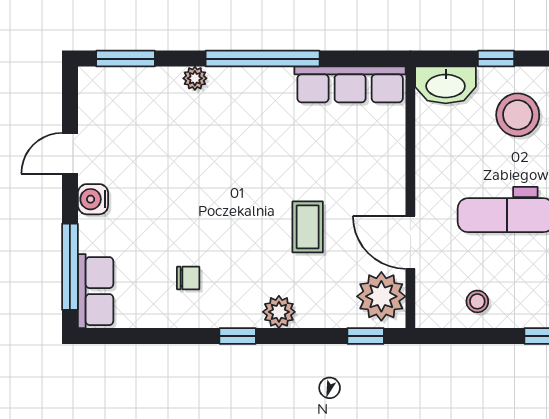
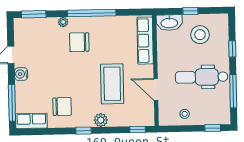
row of seats: (350, 84) -> (145, 41), moved, turned 90
chair: (232, 127) -> (79, 42), added
coffee table: (308, 227) -> (112, 84), width x1.86, depth x1.72
chair: (188, 278) -> (62, 107), width x1.87, depth x1.87
row of seats: (96, 291) -> (31, 121), moved, turned -90
plant: (381, 296) -> (144, 113), removed

